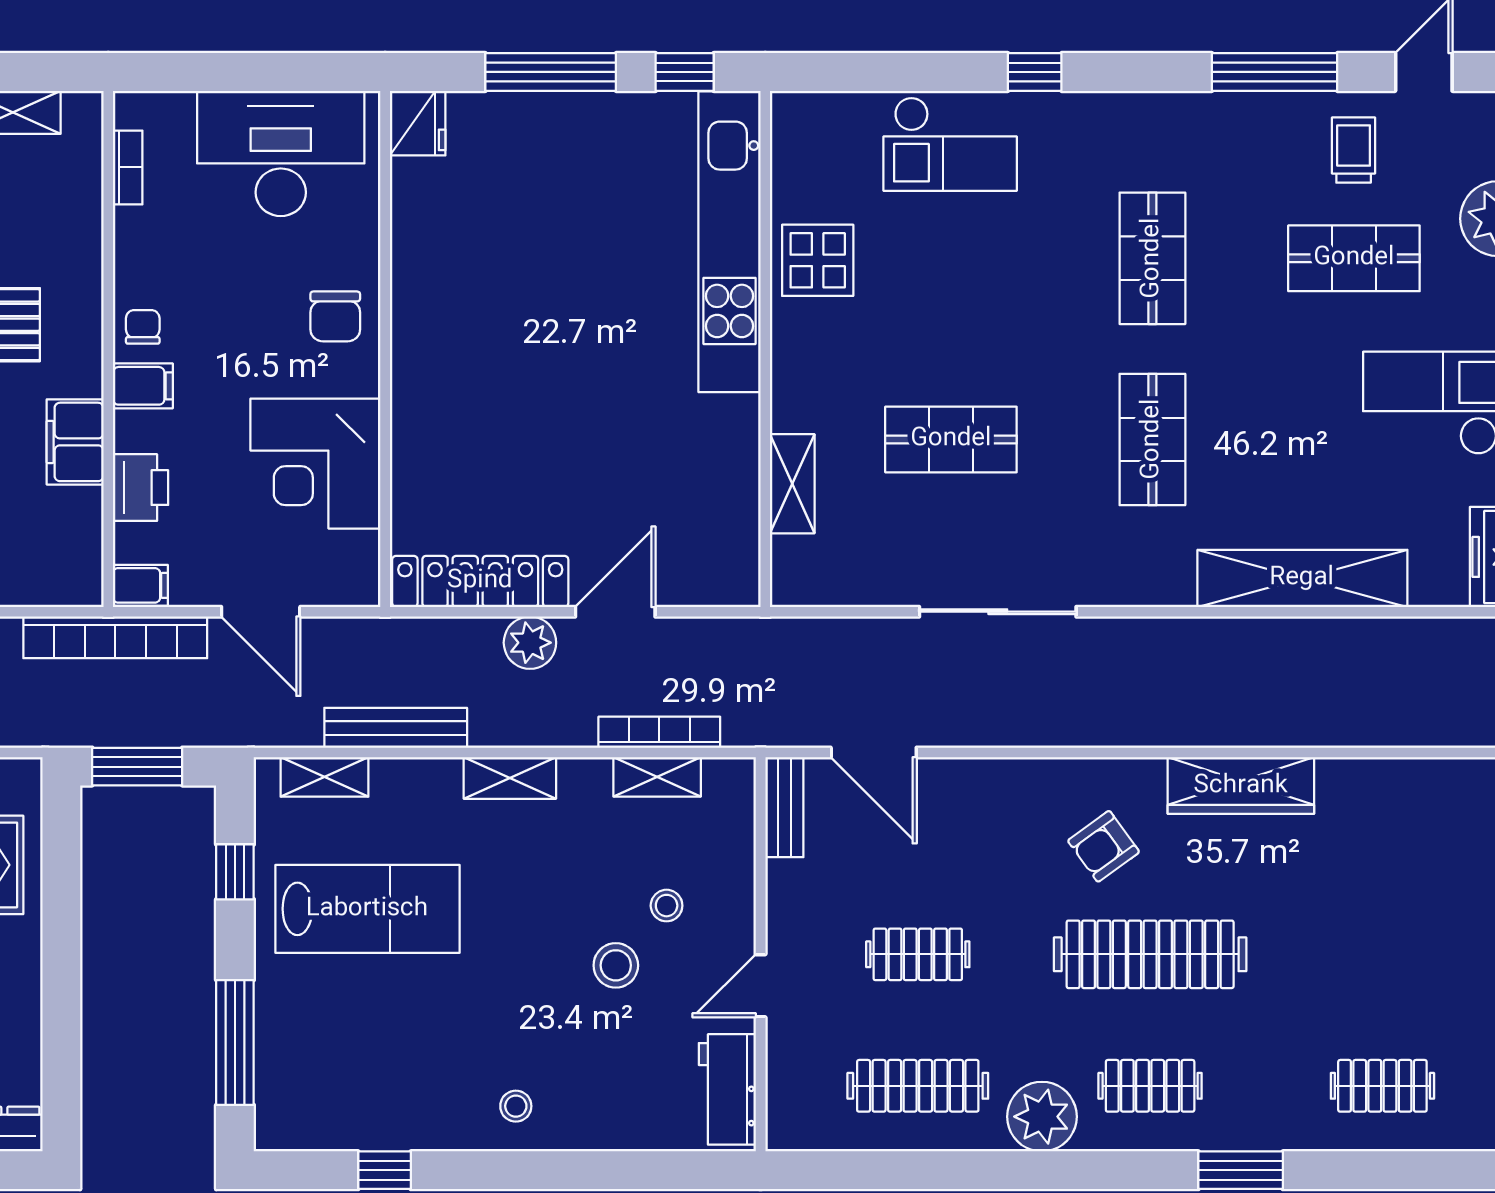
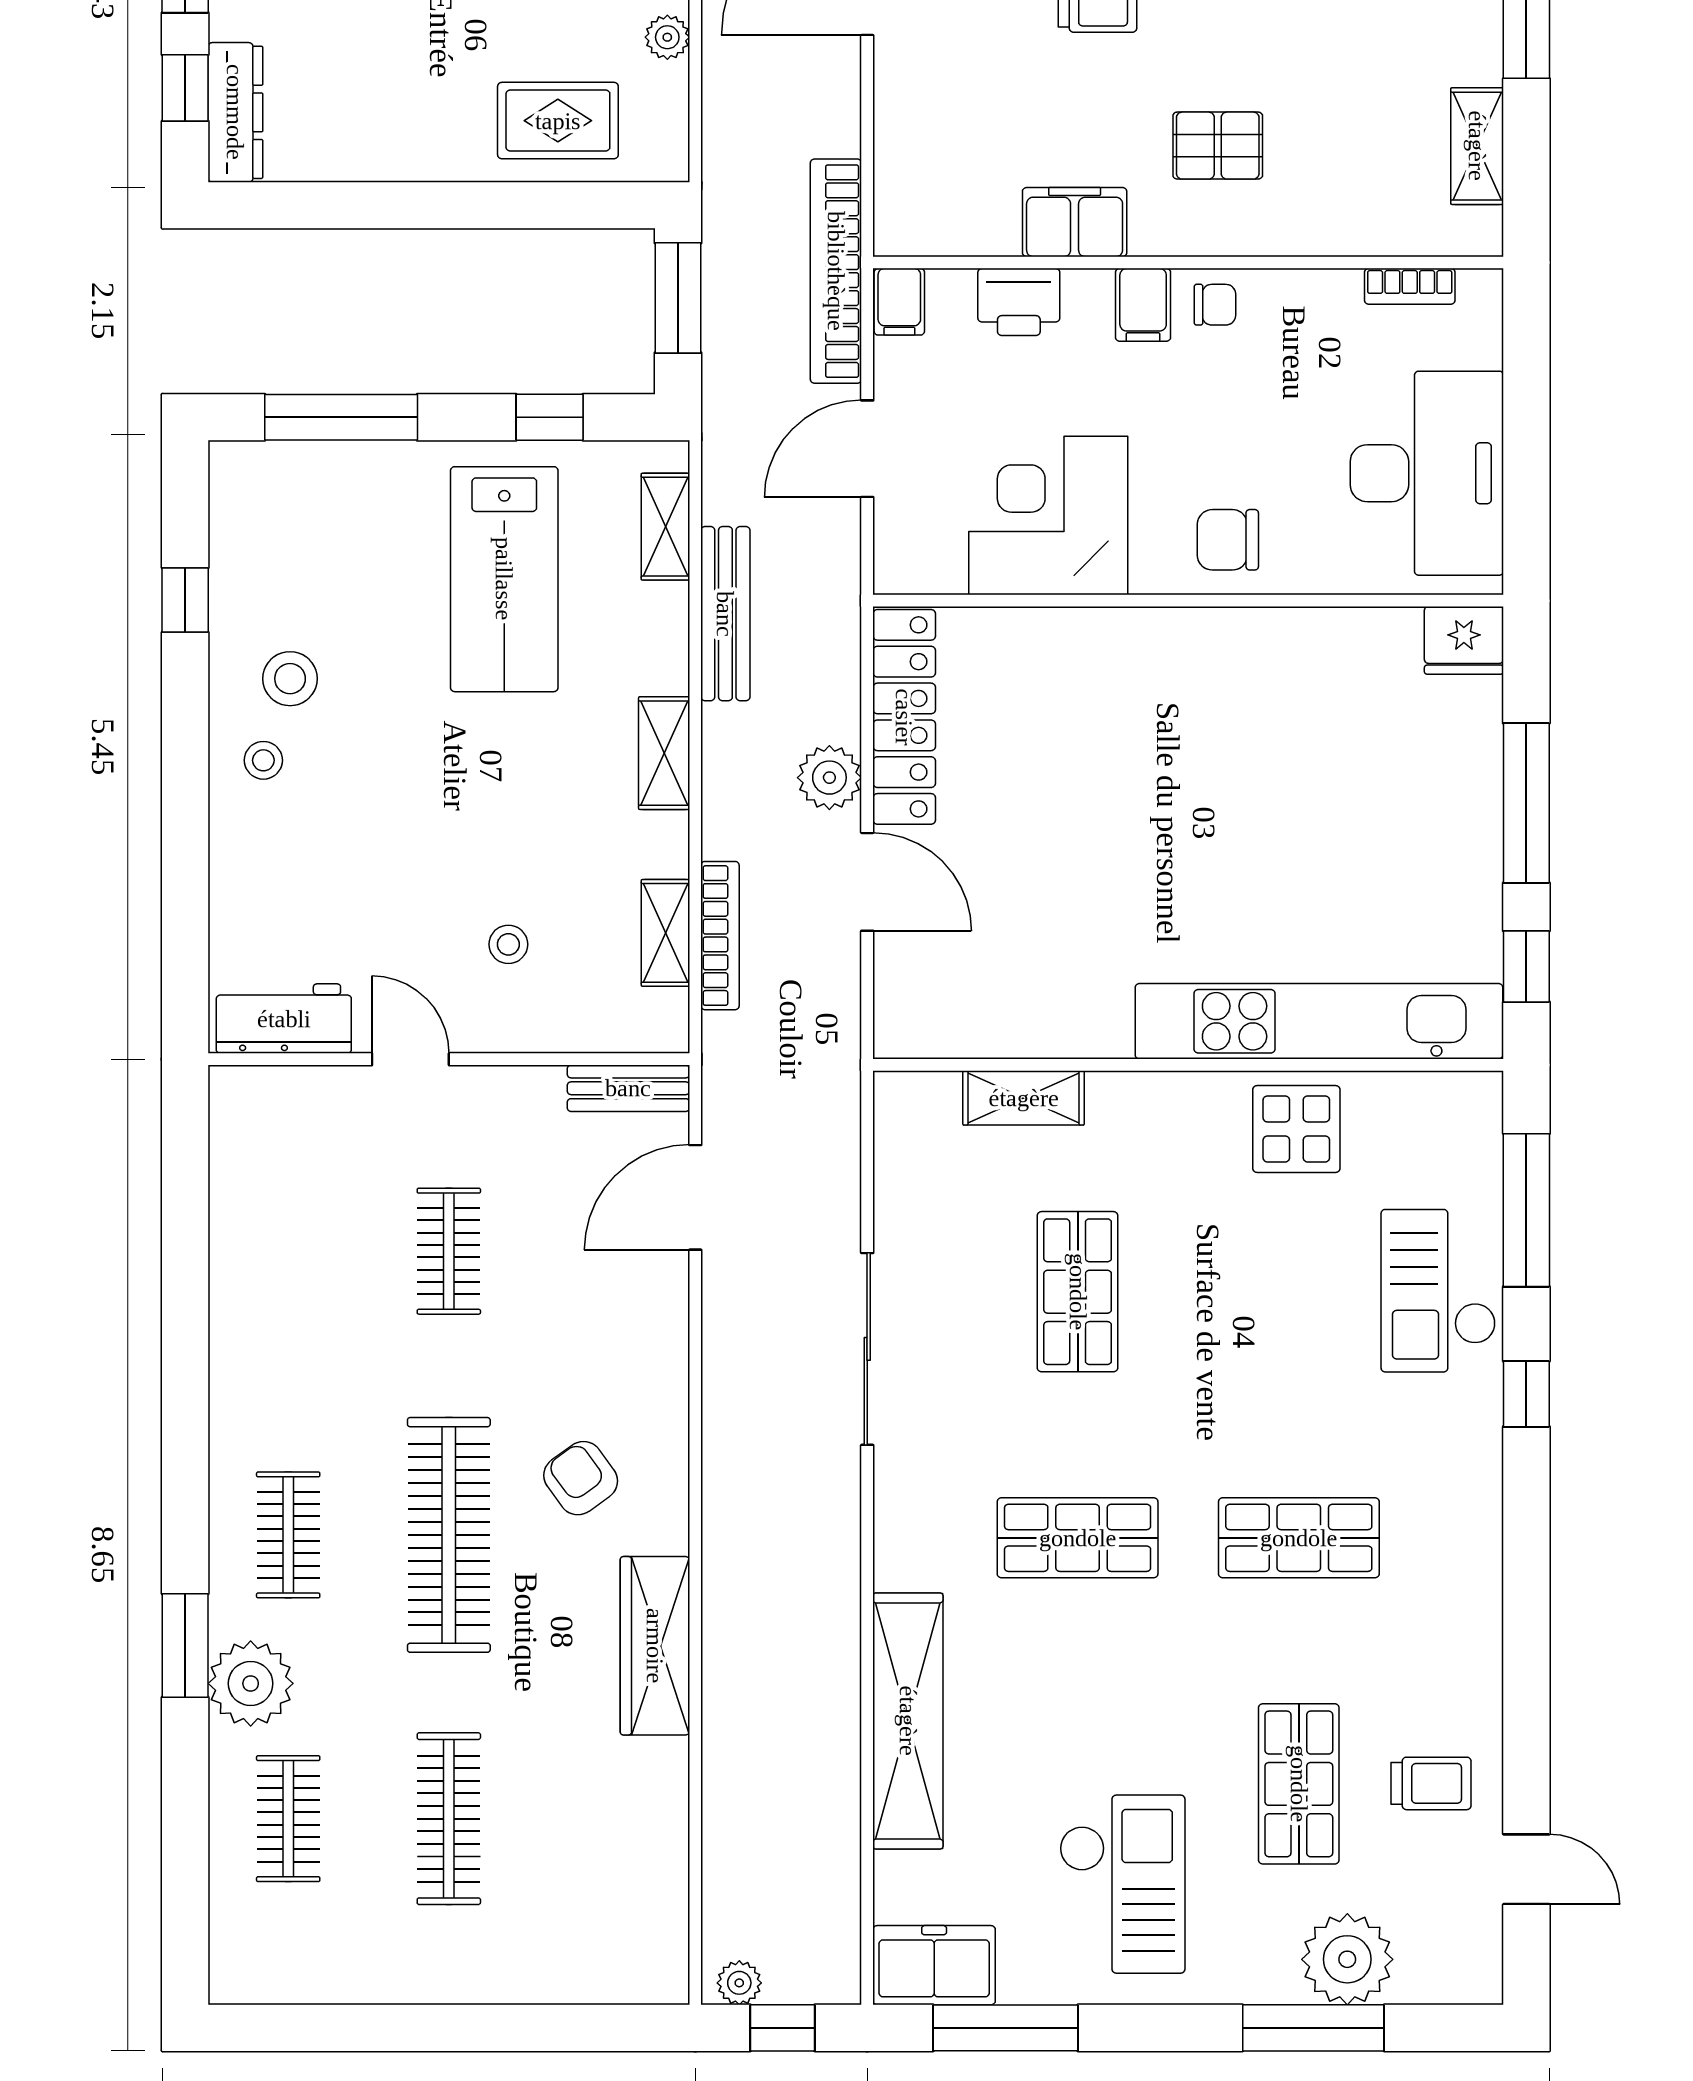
window: (1275, 72) -> (1526, 1210), moved
stool: (616, 965) -> (290, 679), moved
clothes rail: (918, 1086) -> (449, 1819), moved
plant: (1042, 1117) -> (251, 1683), moved

